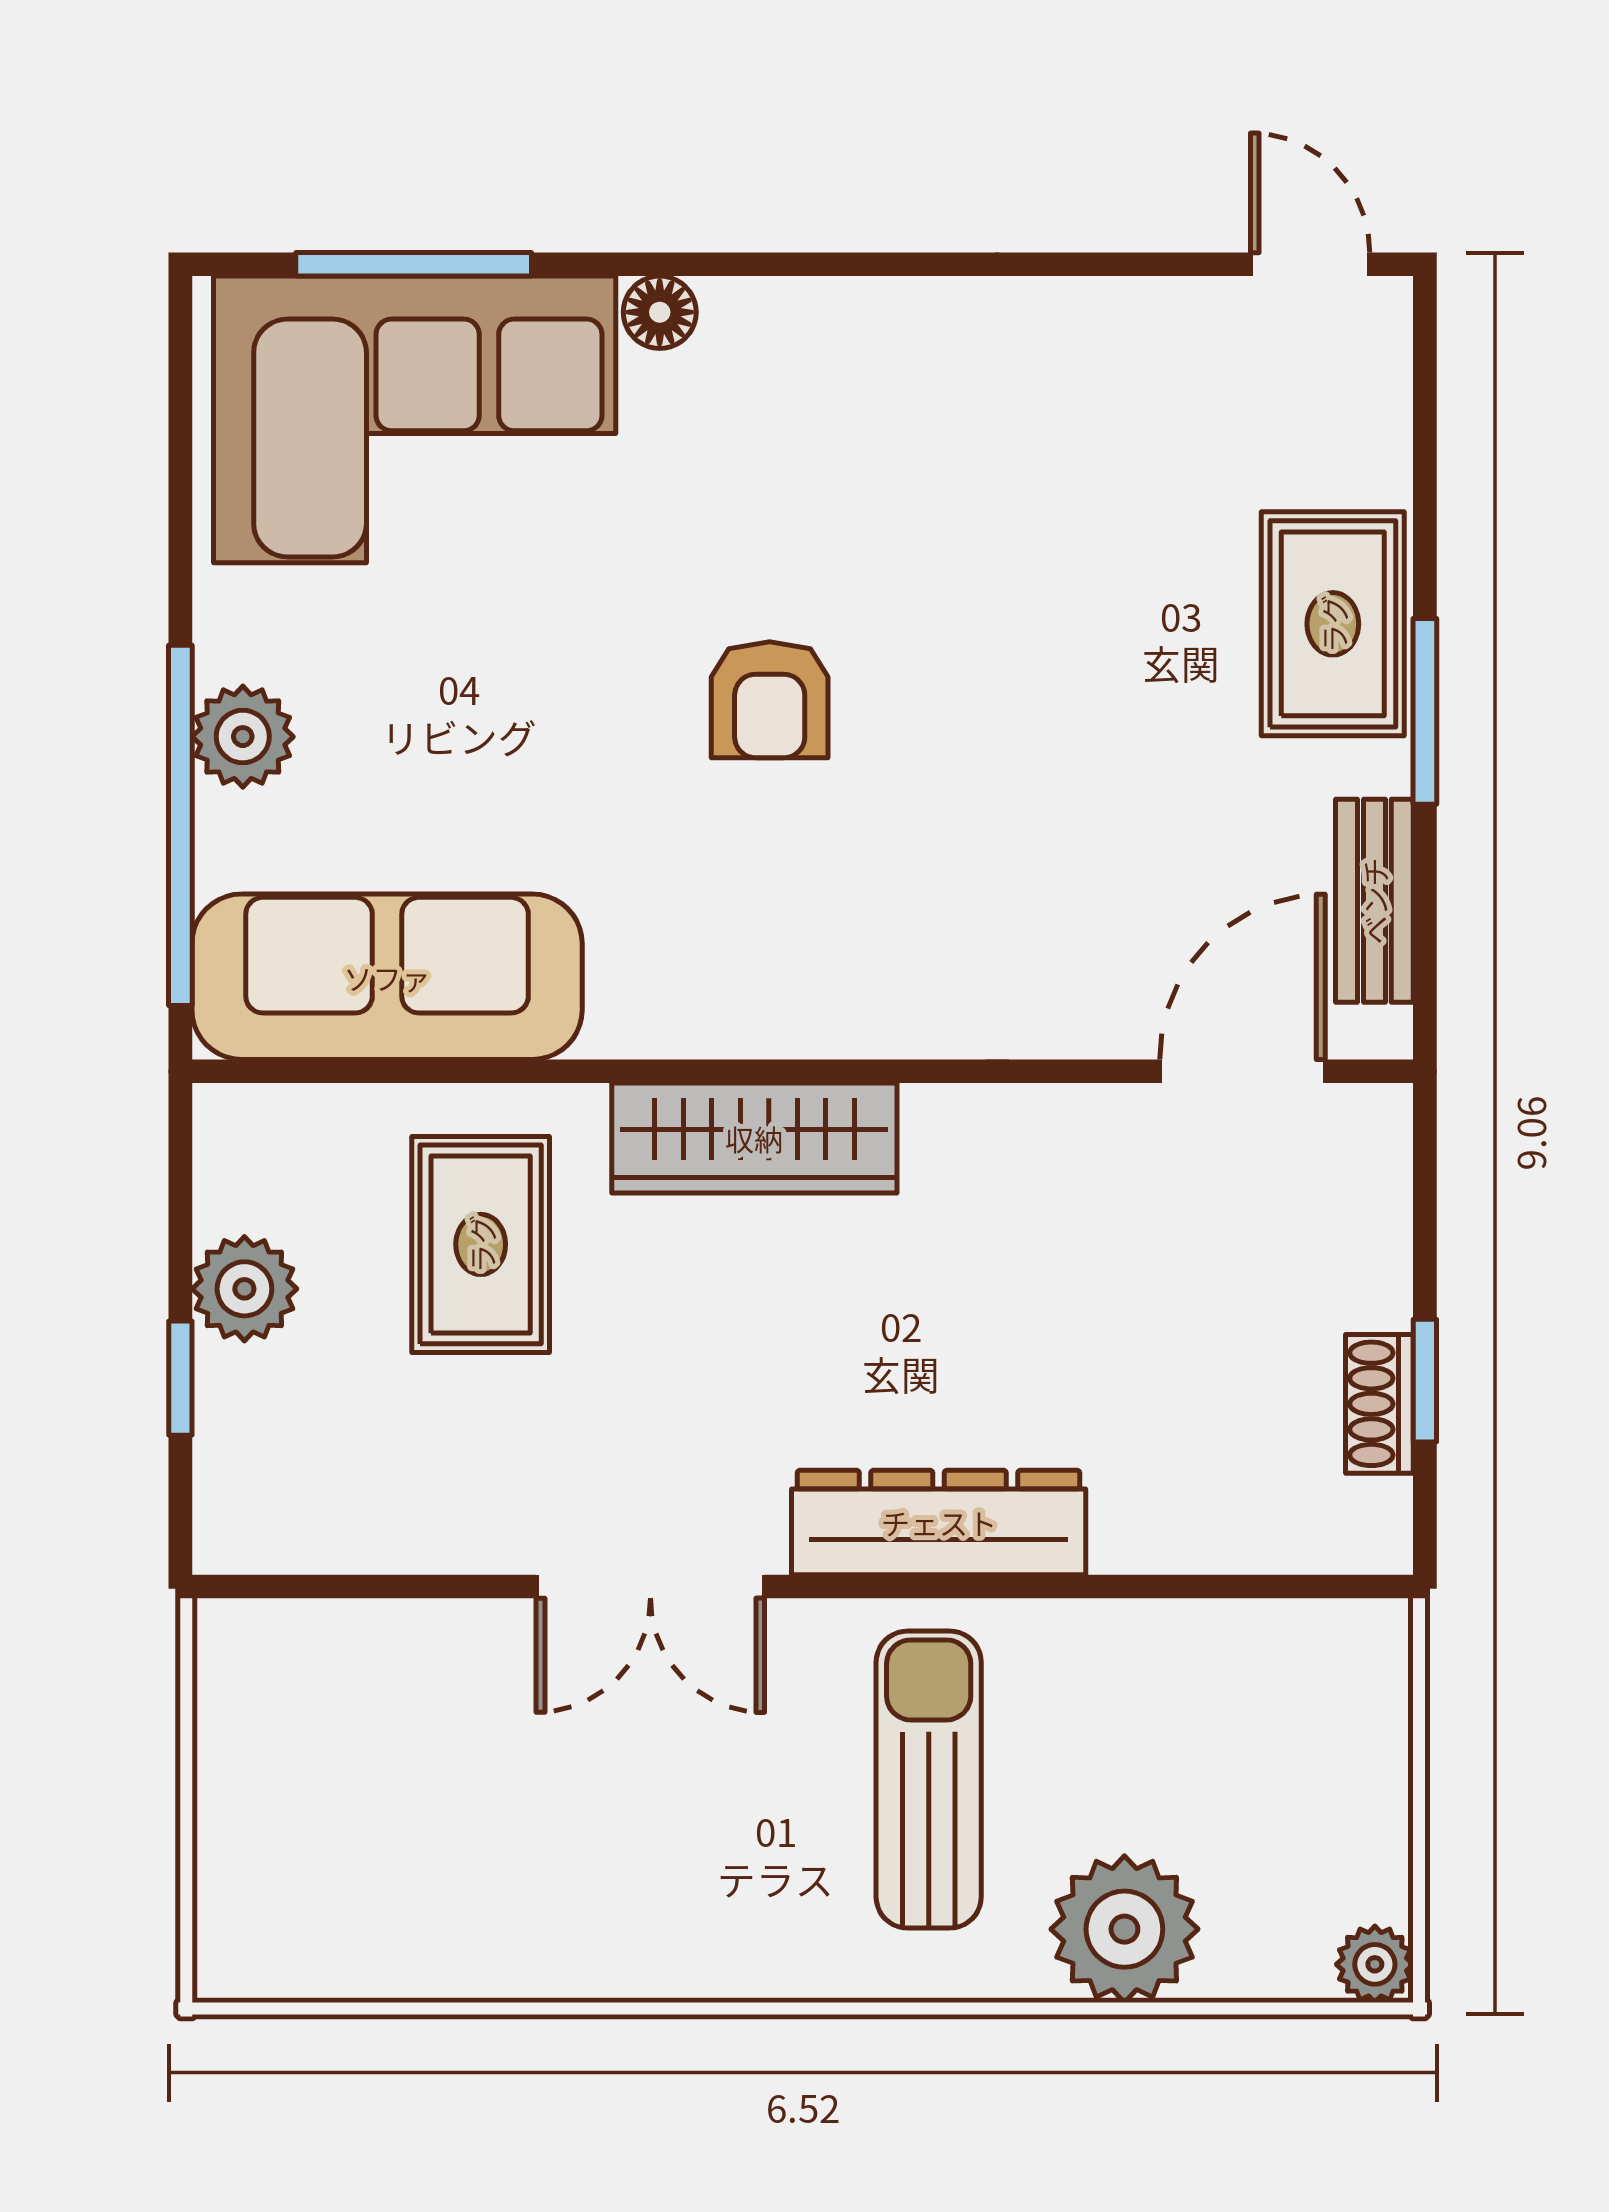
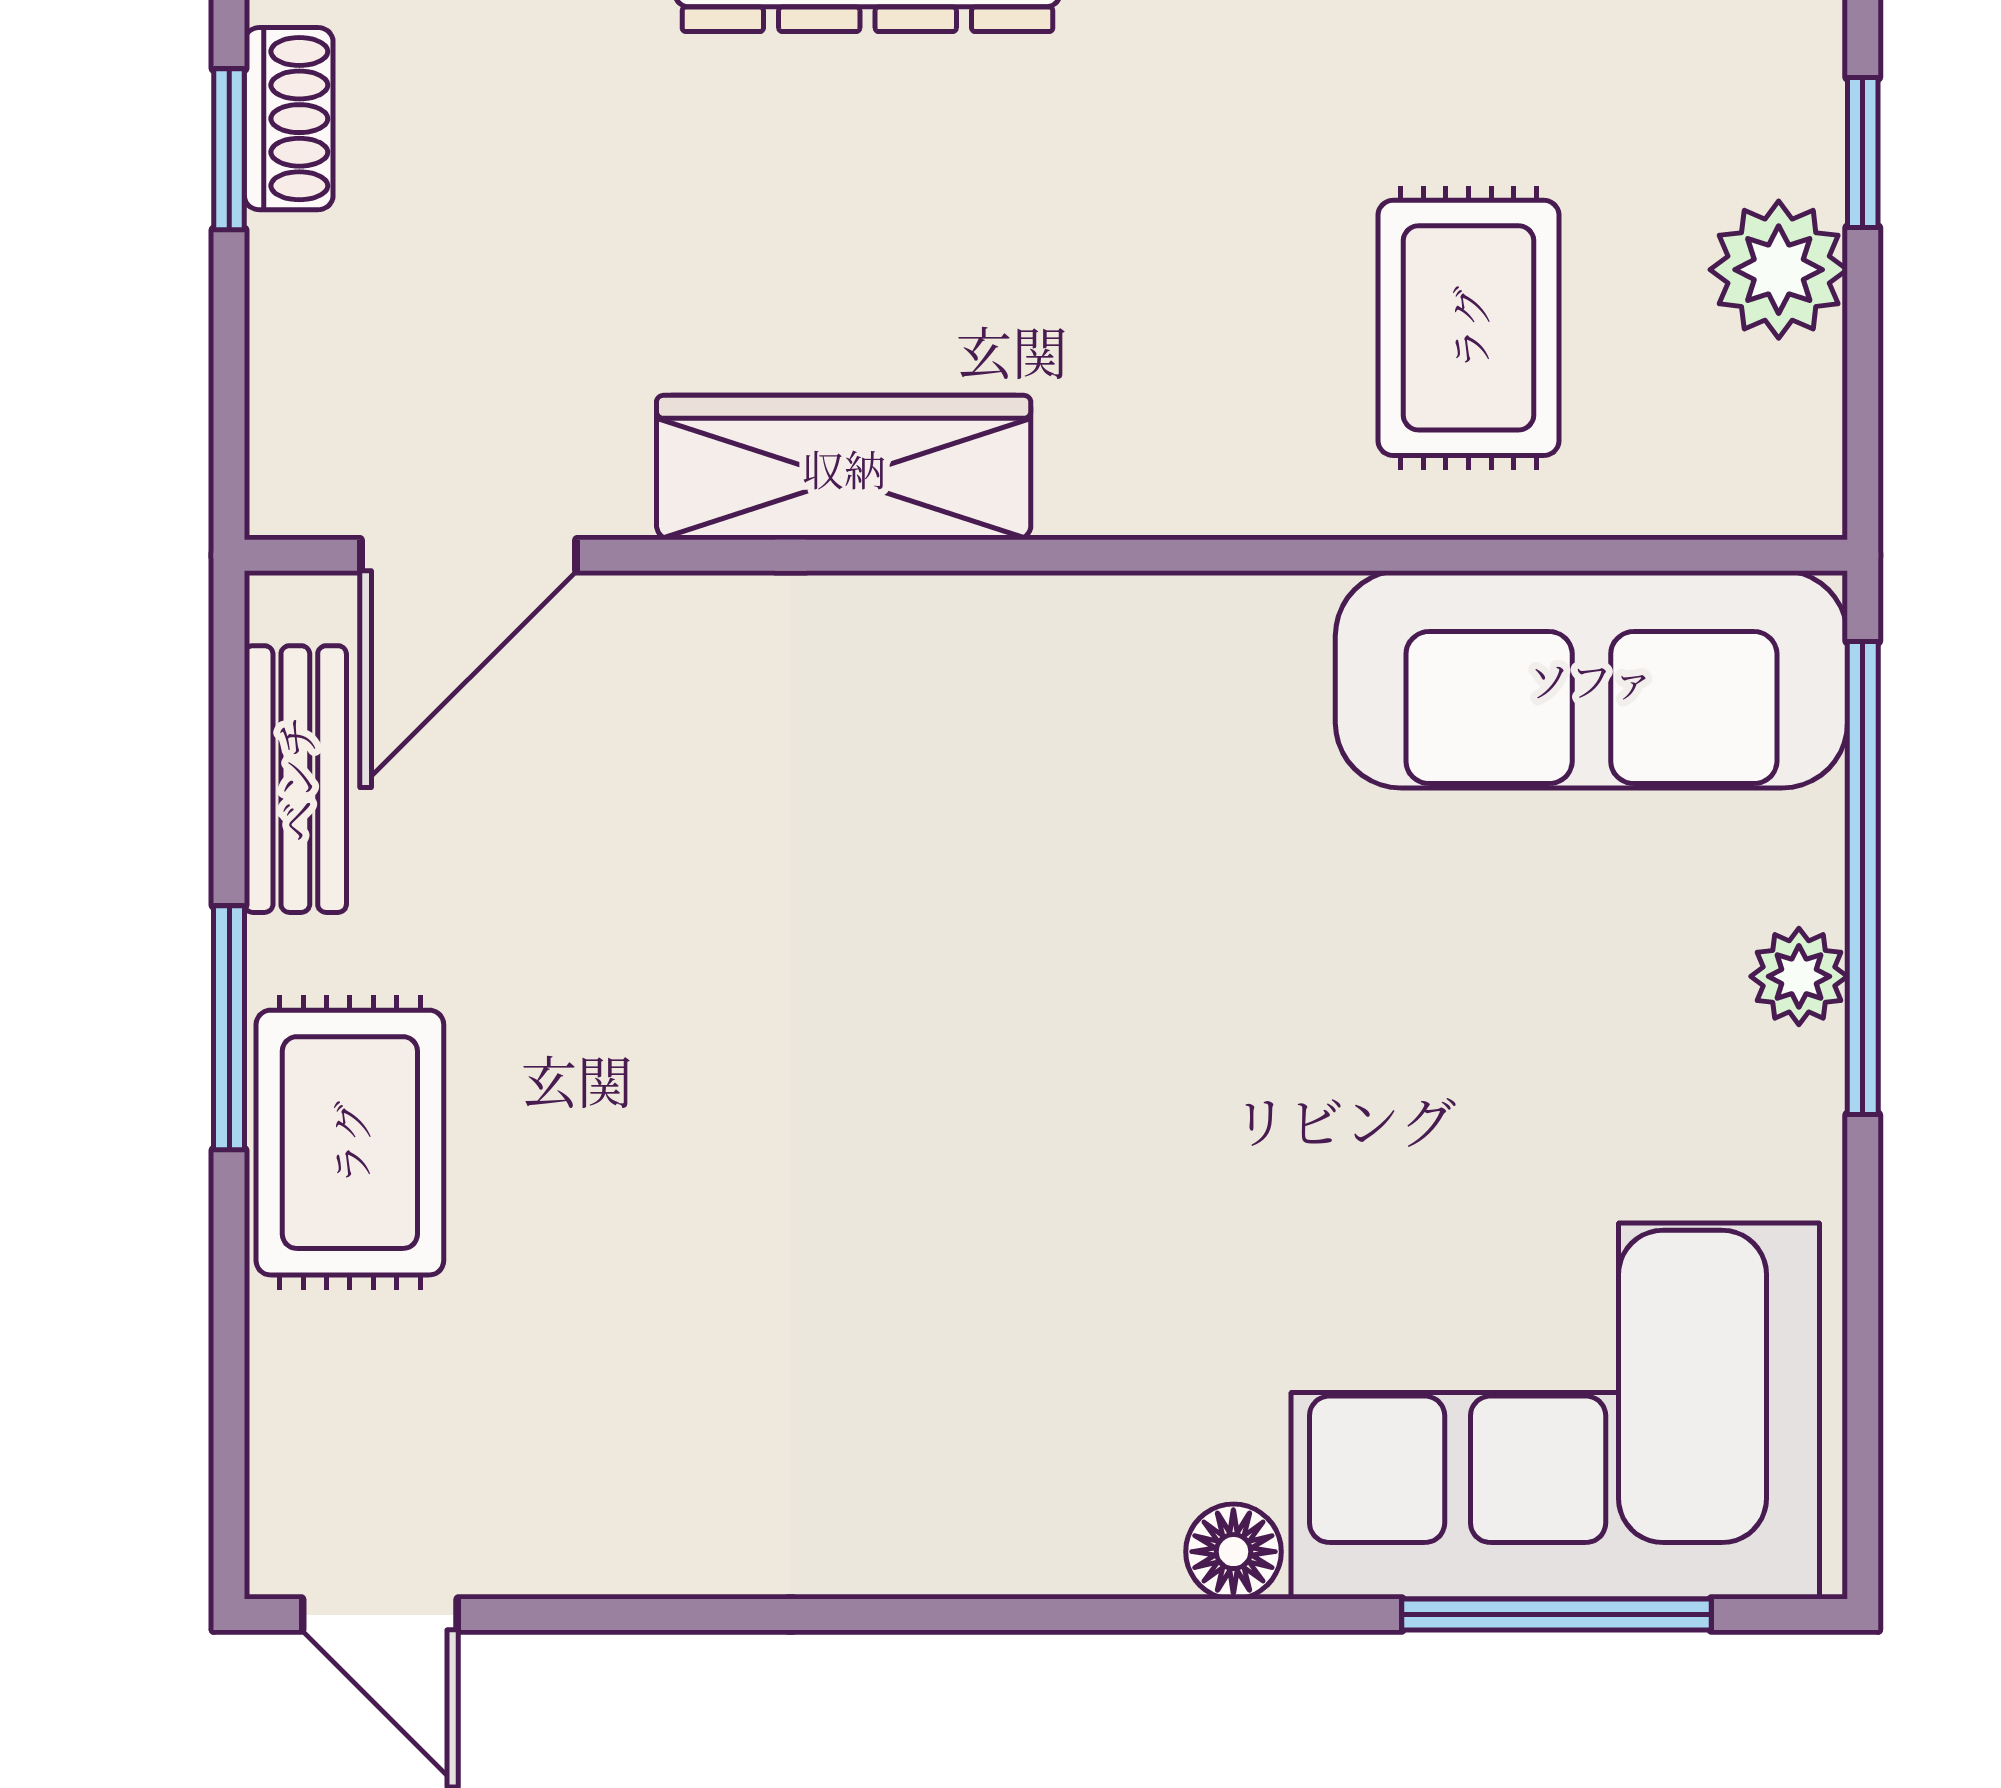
armchair: (770, 700) -> (1089, 1043), removed
plant: (243, 737) -> (1799, 976), width x0.73, depth x0.73
wardrobe: (754, 1138) -> (844, 468), moved

